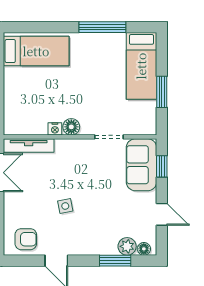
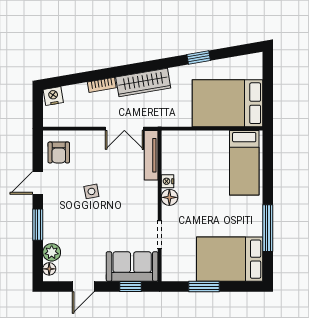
bed: (141, 66) -> (230, 259), width x1.50
window: (115, 261) -> (38, 225), moved

